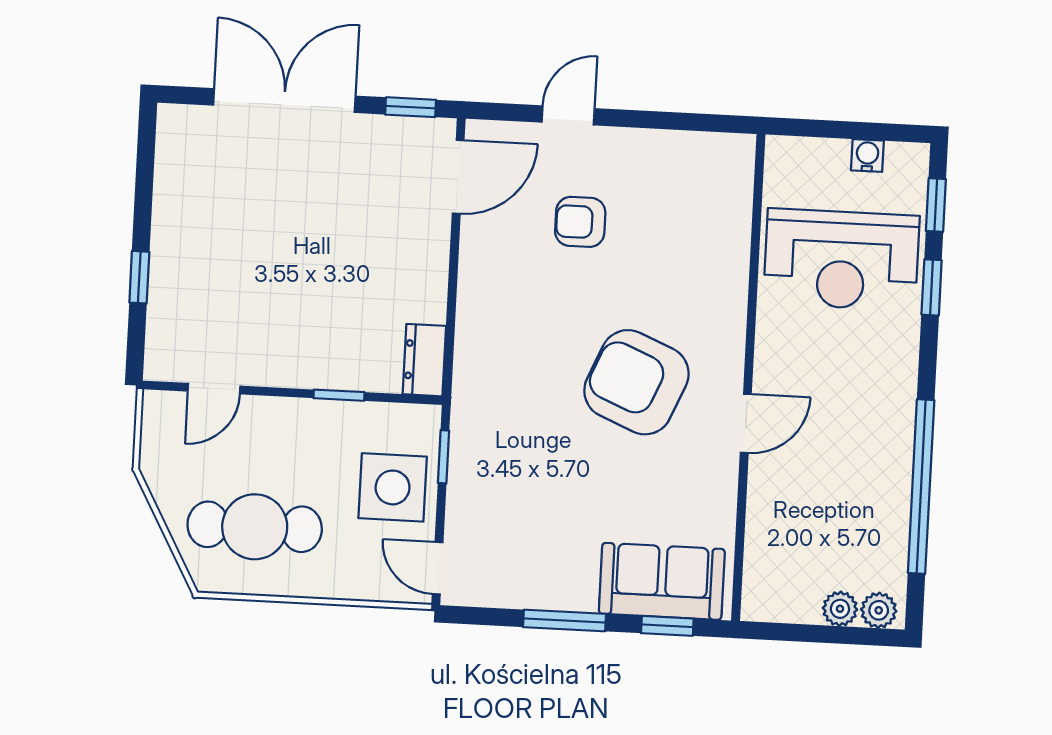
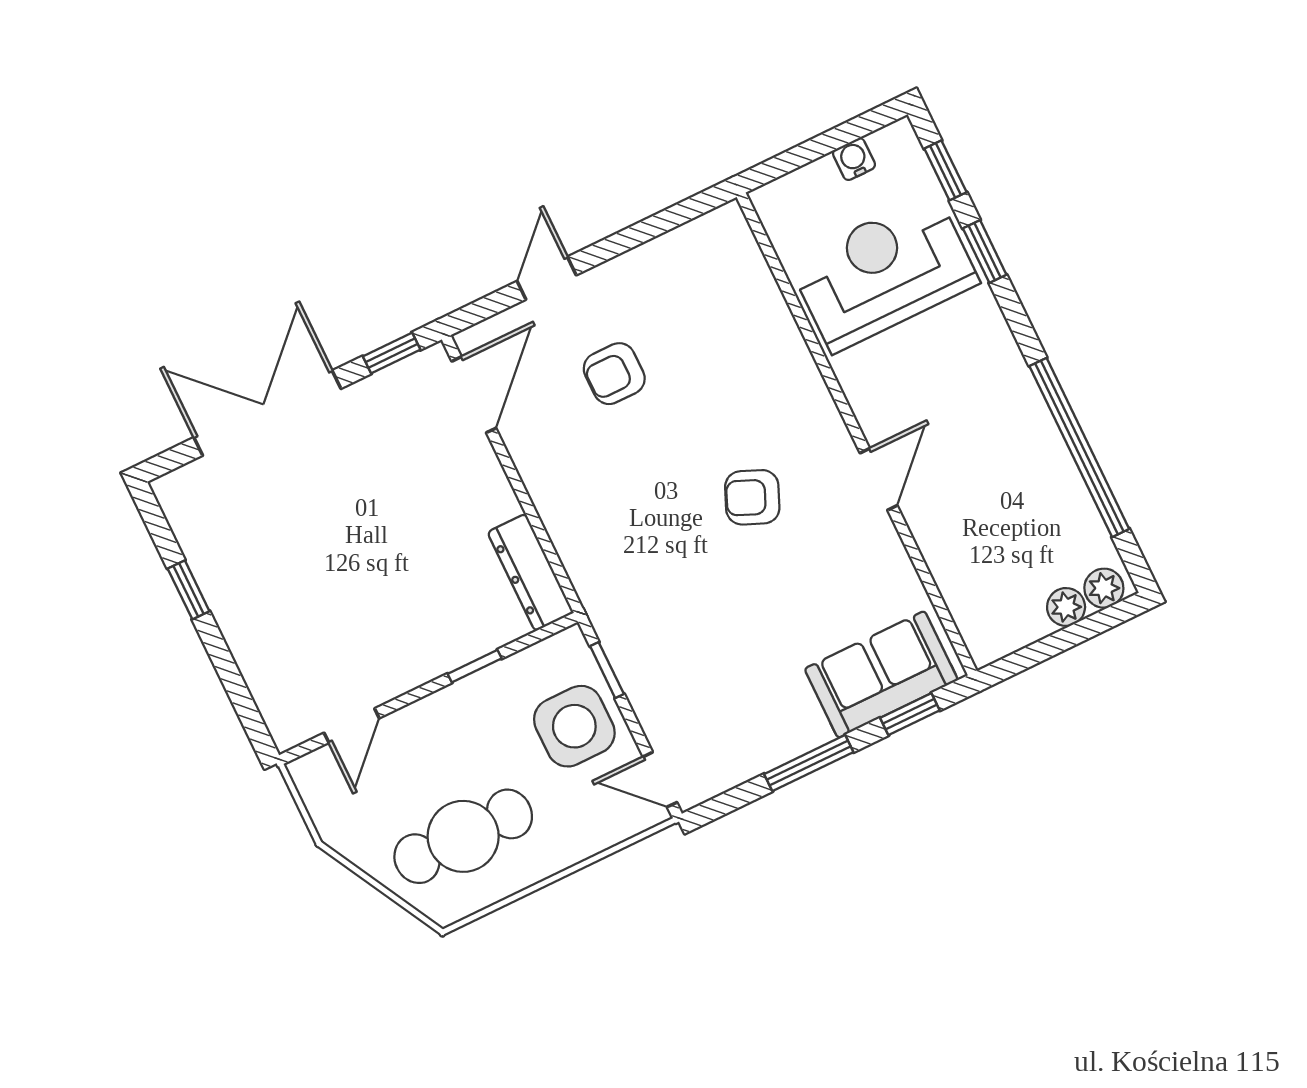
reception desk: (841, 260) -> (884, 272), turned 180
window: (139, 277) -> (189, 590), moved
dresser: (424, 360) -> (530, 572), width x1.44
armchair: (636, 382) -> (752, 497), width x0.53, depth x0.53

